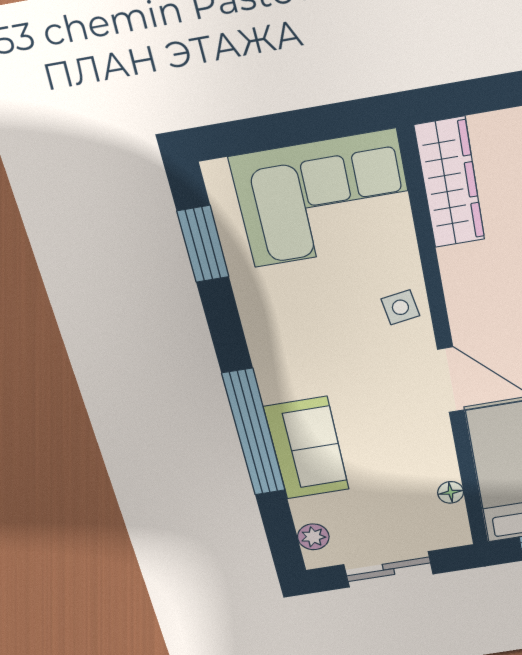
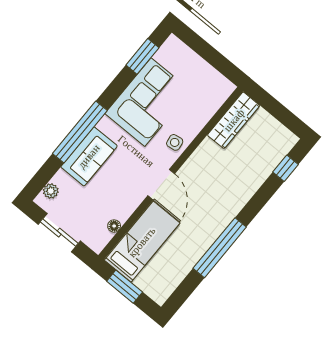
corner sofa: (324, 199) -> (148, 102), moved, turned -90

